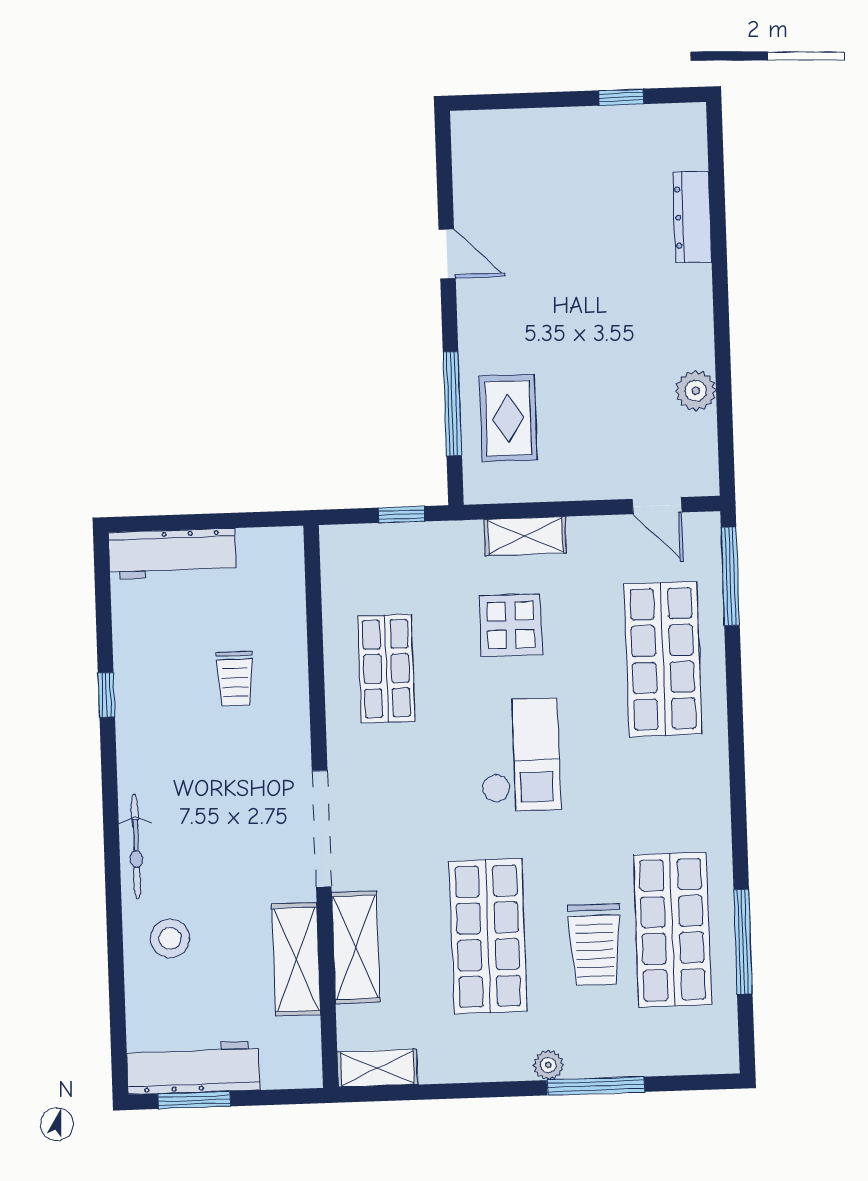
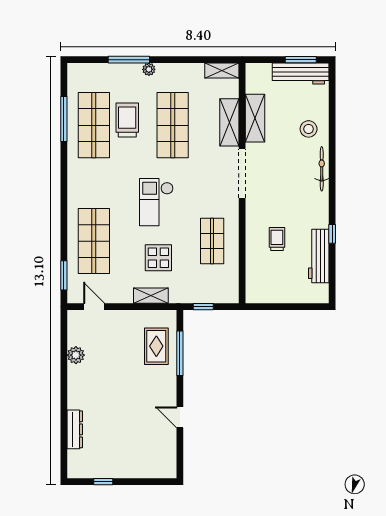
workbench: (172, 554) -> (319, 256), moved, turned -90
window: (730, 576) -> (64, 275), width x0.69

